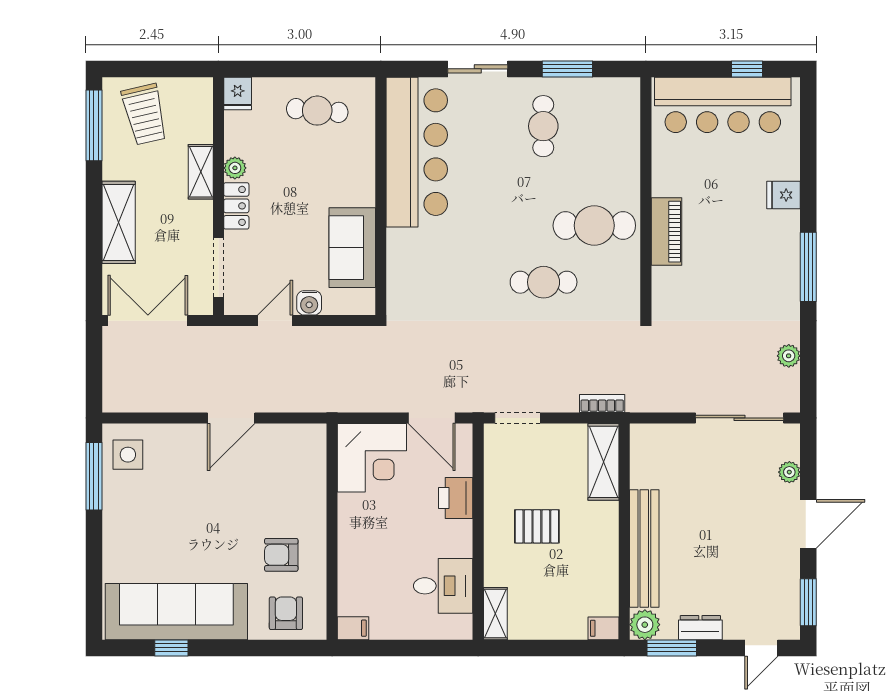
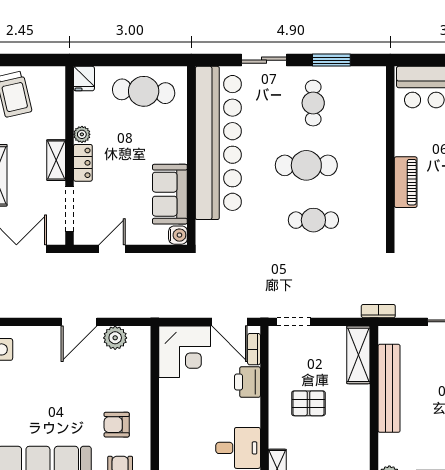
cafe table: (317, 111) -> (144, 91), width x1.37, depth x1.35
bar counter: (417, 152) -> (218, 143), width x1.36
shelving: (201, 172) -> (56, 160), moved
cafe table: (594, 226) -> (306, 165), moved
water cooler: (309, 303) -> (178, 235), moved, turned -90
bookcase: (602, 404) -> (378, 311), moved
plant: (279, 439) -> (115, 338), added
bookcase: (464, 454) -> (254, 349), added
bench: (644, 549) -> (389, 388), moved

